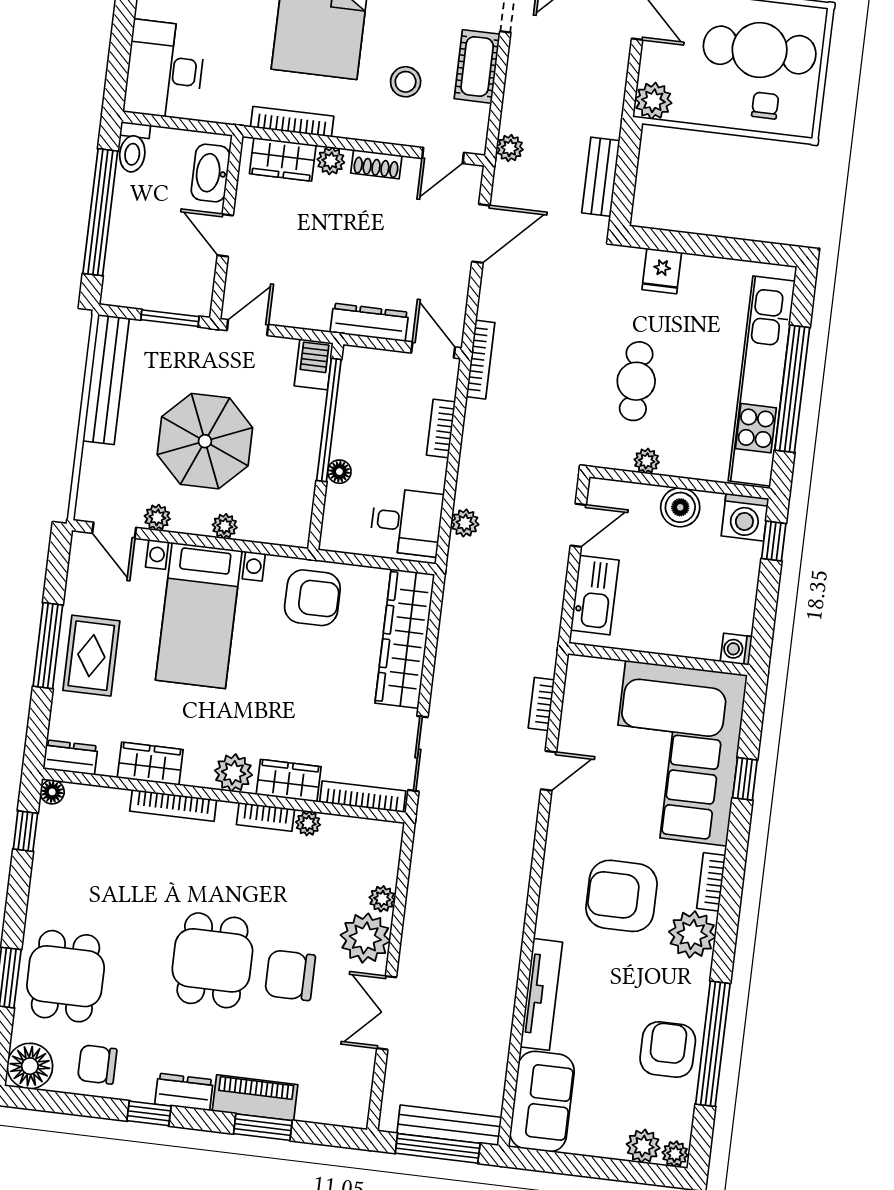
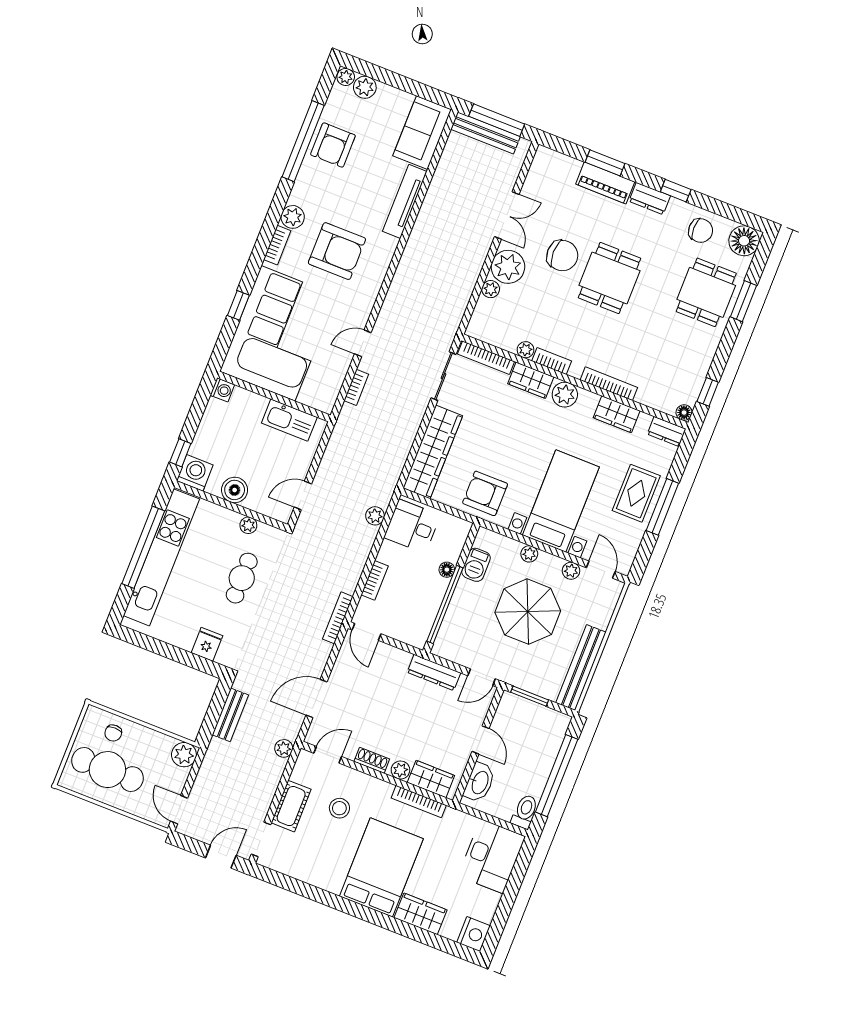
dresser: (369, 322) -> (434, 673), moved
barbecue: (314, 364) -> (476, 565), moved
kitchen sink: (595, 595) -> (289, 420), moved, turned -90
plant: (692, 934) -> (293, 217), width x0.73, depth x0.73

